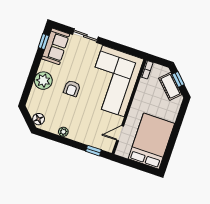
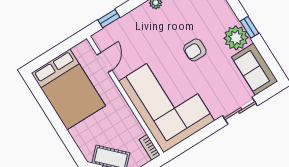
window: (44, 42) -> (249, 27), moved
plant: (43, 81) -> (236, 38), moved
armchair: (72, 88) -> (195, 50), turned -90

